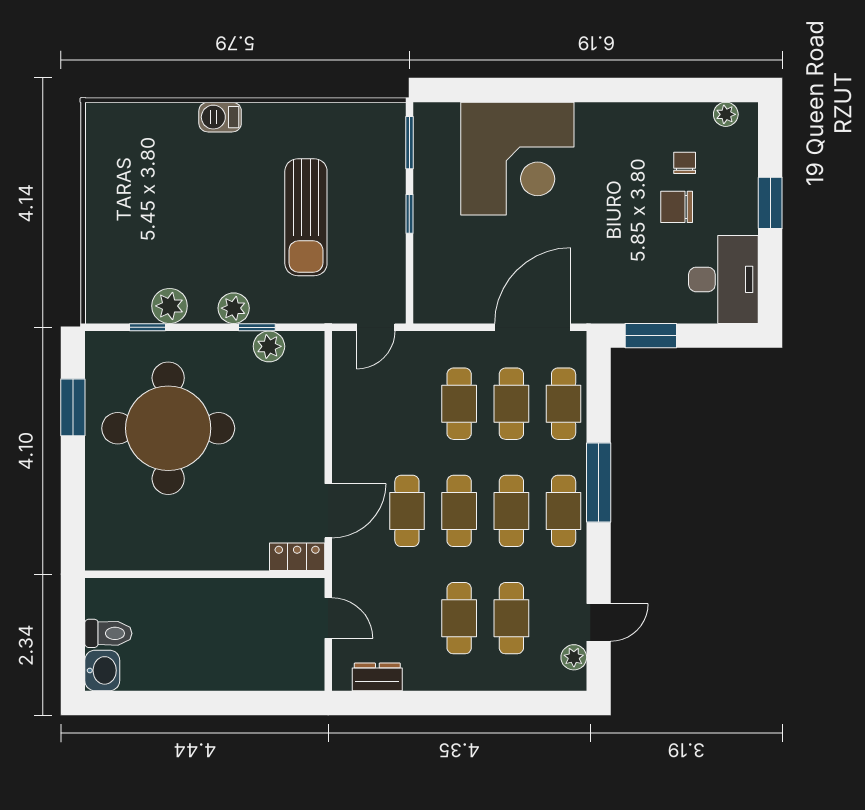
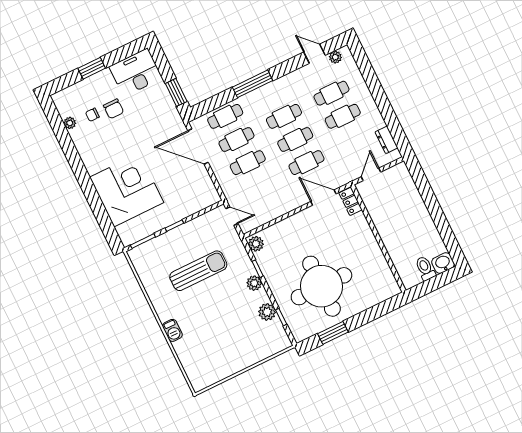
plant: (726, 114) -> (70, 123), moved
plant: (269, 346) -> (256, 244), moved
cafe table: (564, 511) -> (273, 93), removed

